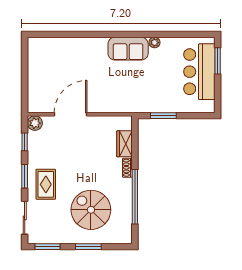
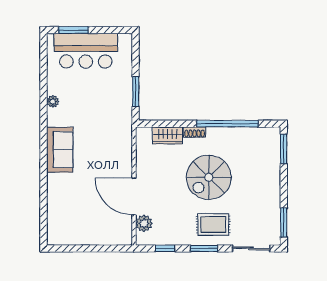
sofa: (128, 49) -> (60, 150), moved
plant: (35, 123) -> (144, 223), moved
spiral stairs: (91, 210) -> (209, 177), moved
window: (88, 247) -> (284, 149), moved

